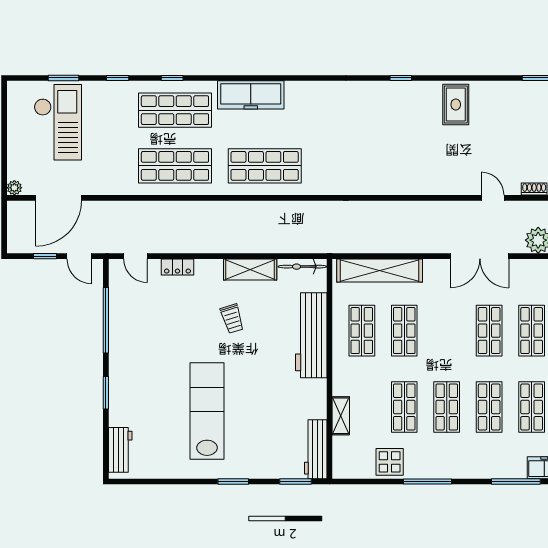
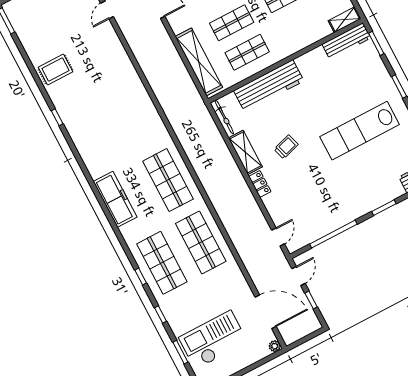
freezer: (251, 95) -> (115, 199), moved
locker: (177, 267) -> (260, 184), moved
shelving: (341, 416) -> (345, 20), moved

